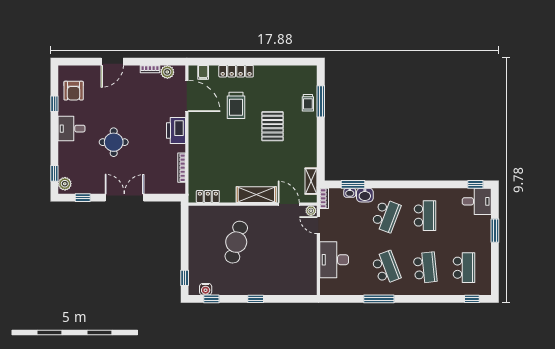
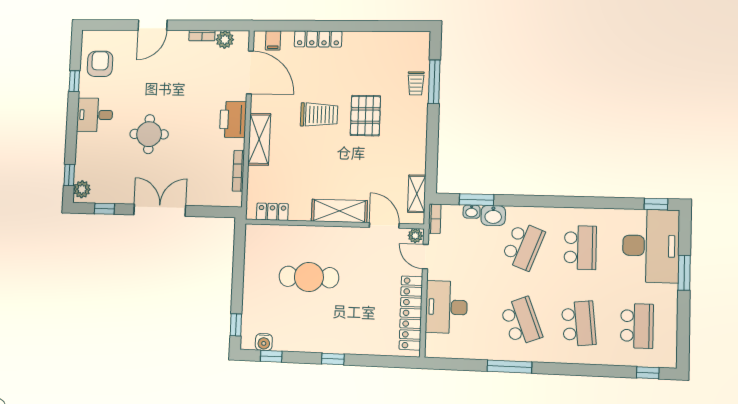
armchair: (74, 91) -> (100, 64), turned 180
trolley: (236, 105) -> (319, 115), moved, turned -90
shelving: (196, 144) -> (259, 139), added
desk: (477, 201) -> (651, 246), width x1.87, depth x1.30
cafe table: (236, 242) -> (309, 277), turned 75
locker: (310, 265) -> (411, 313), added

